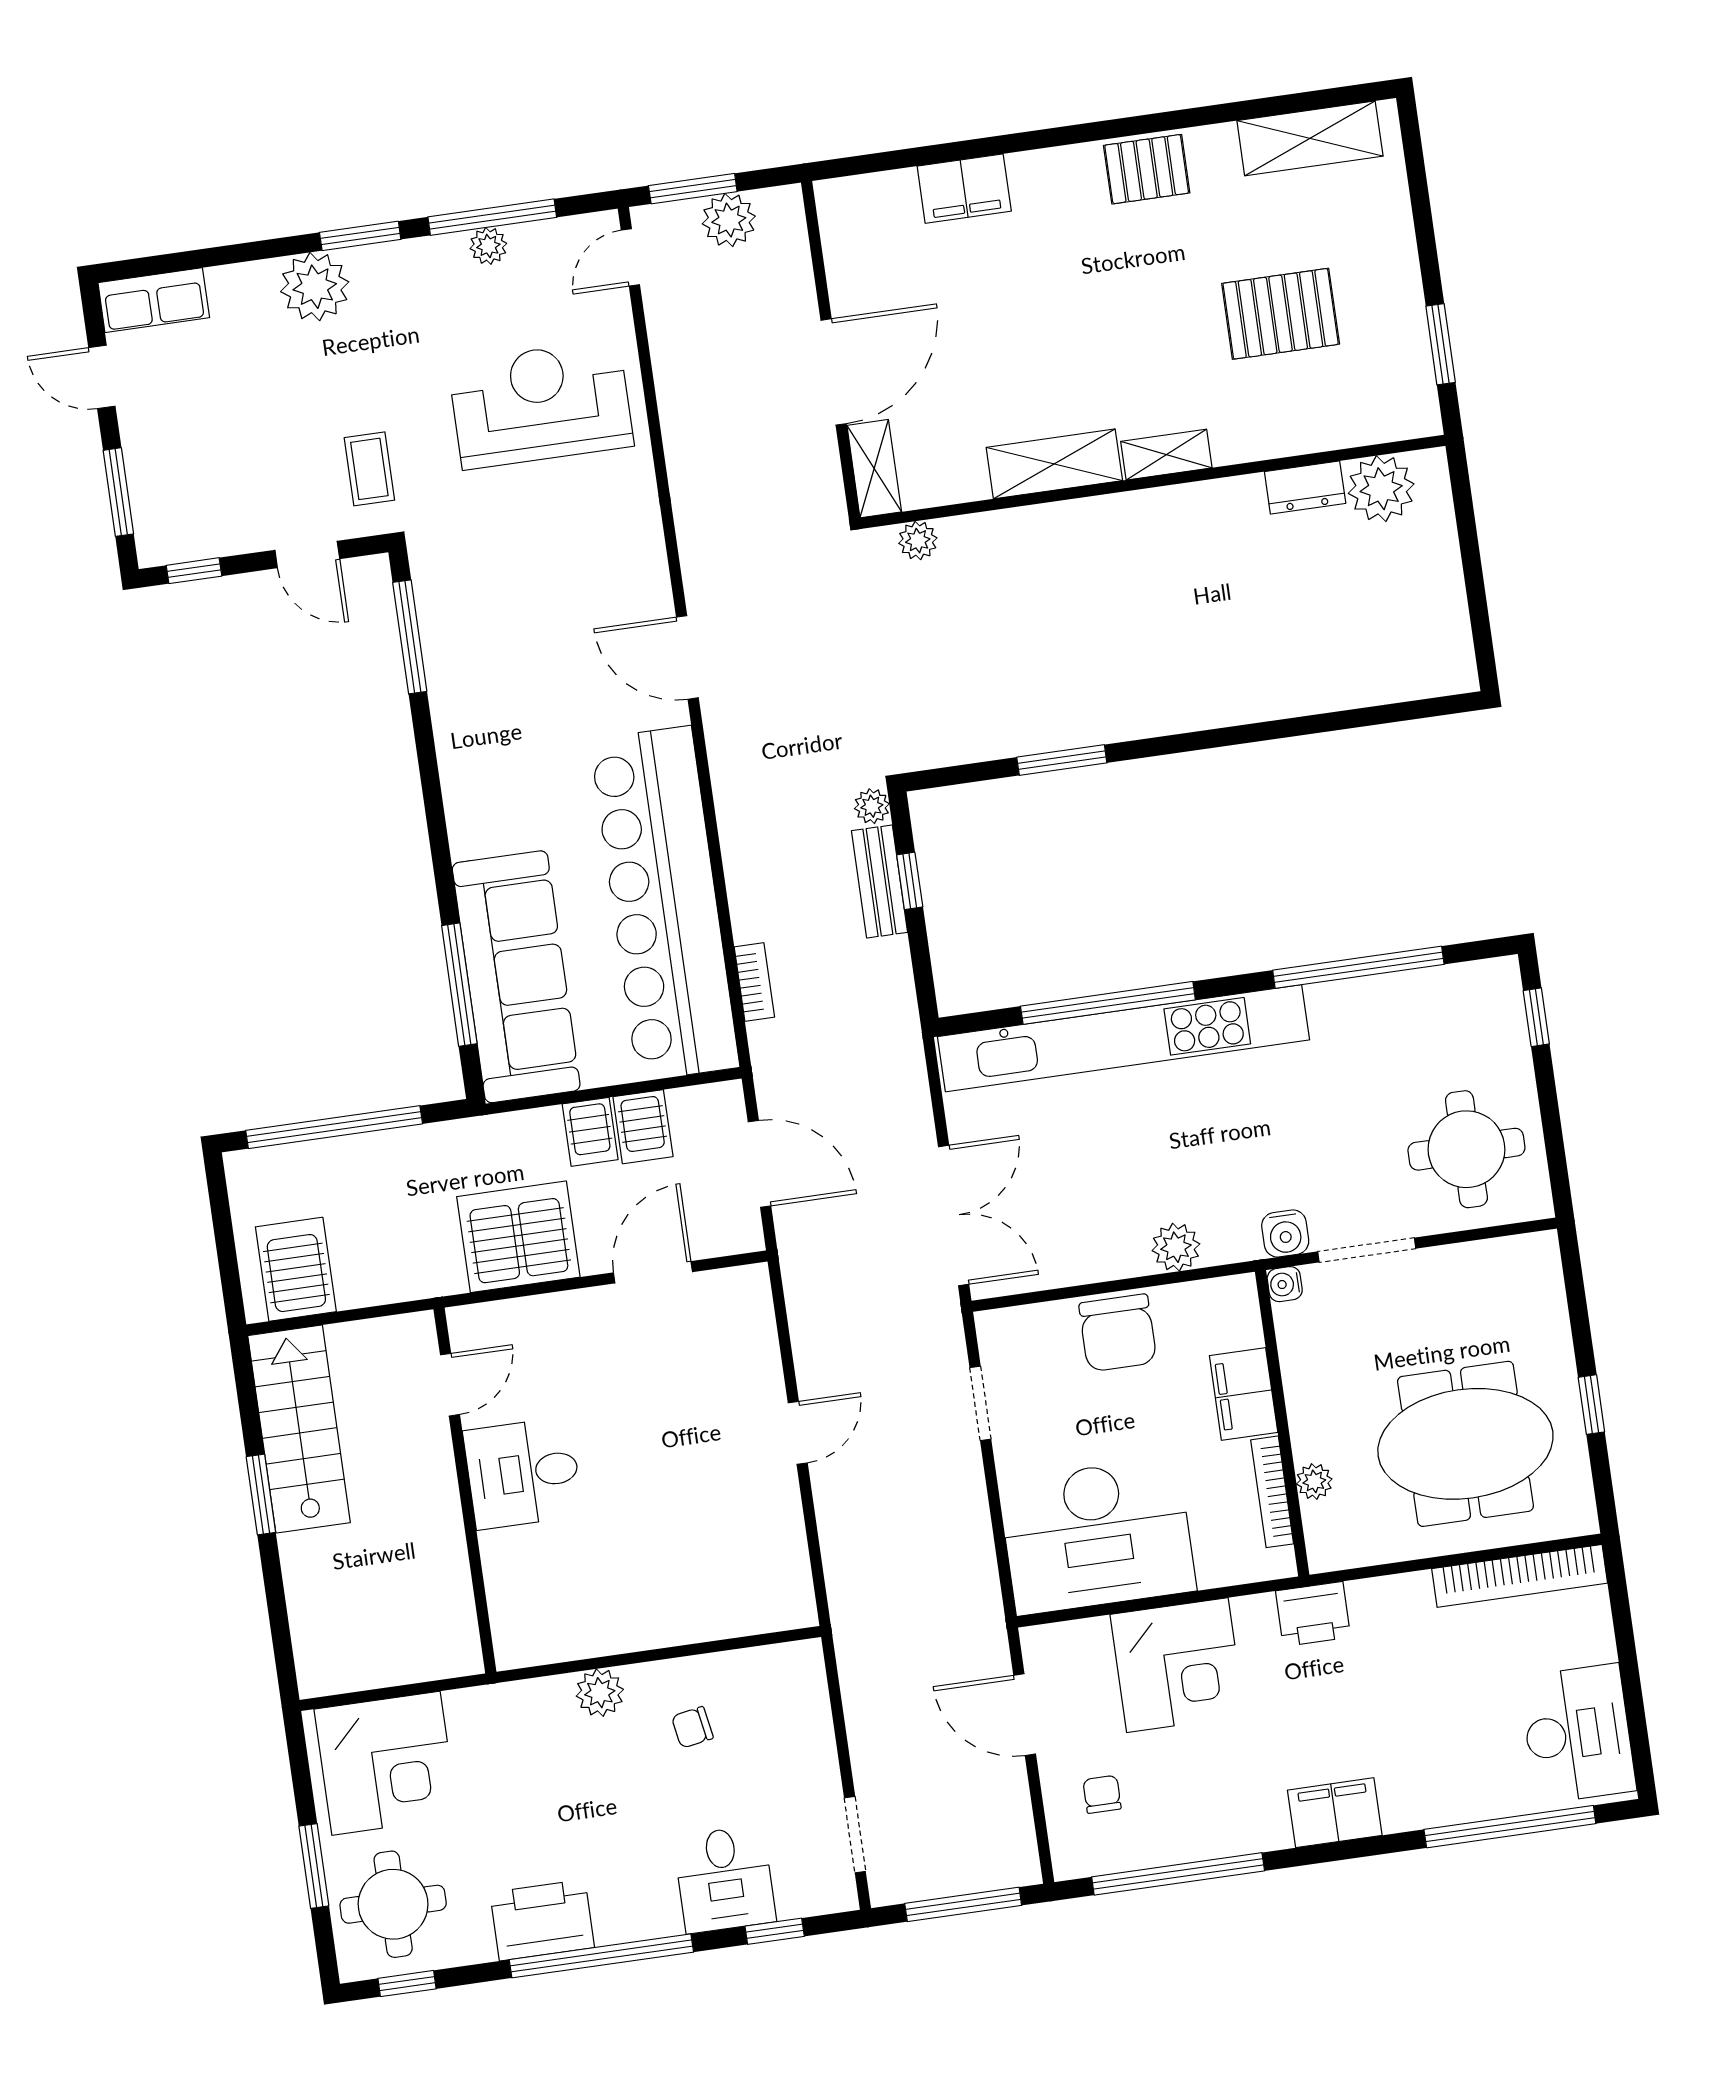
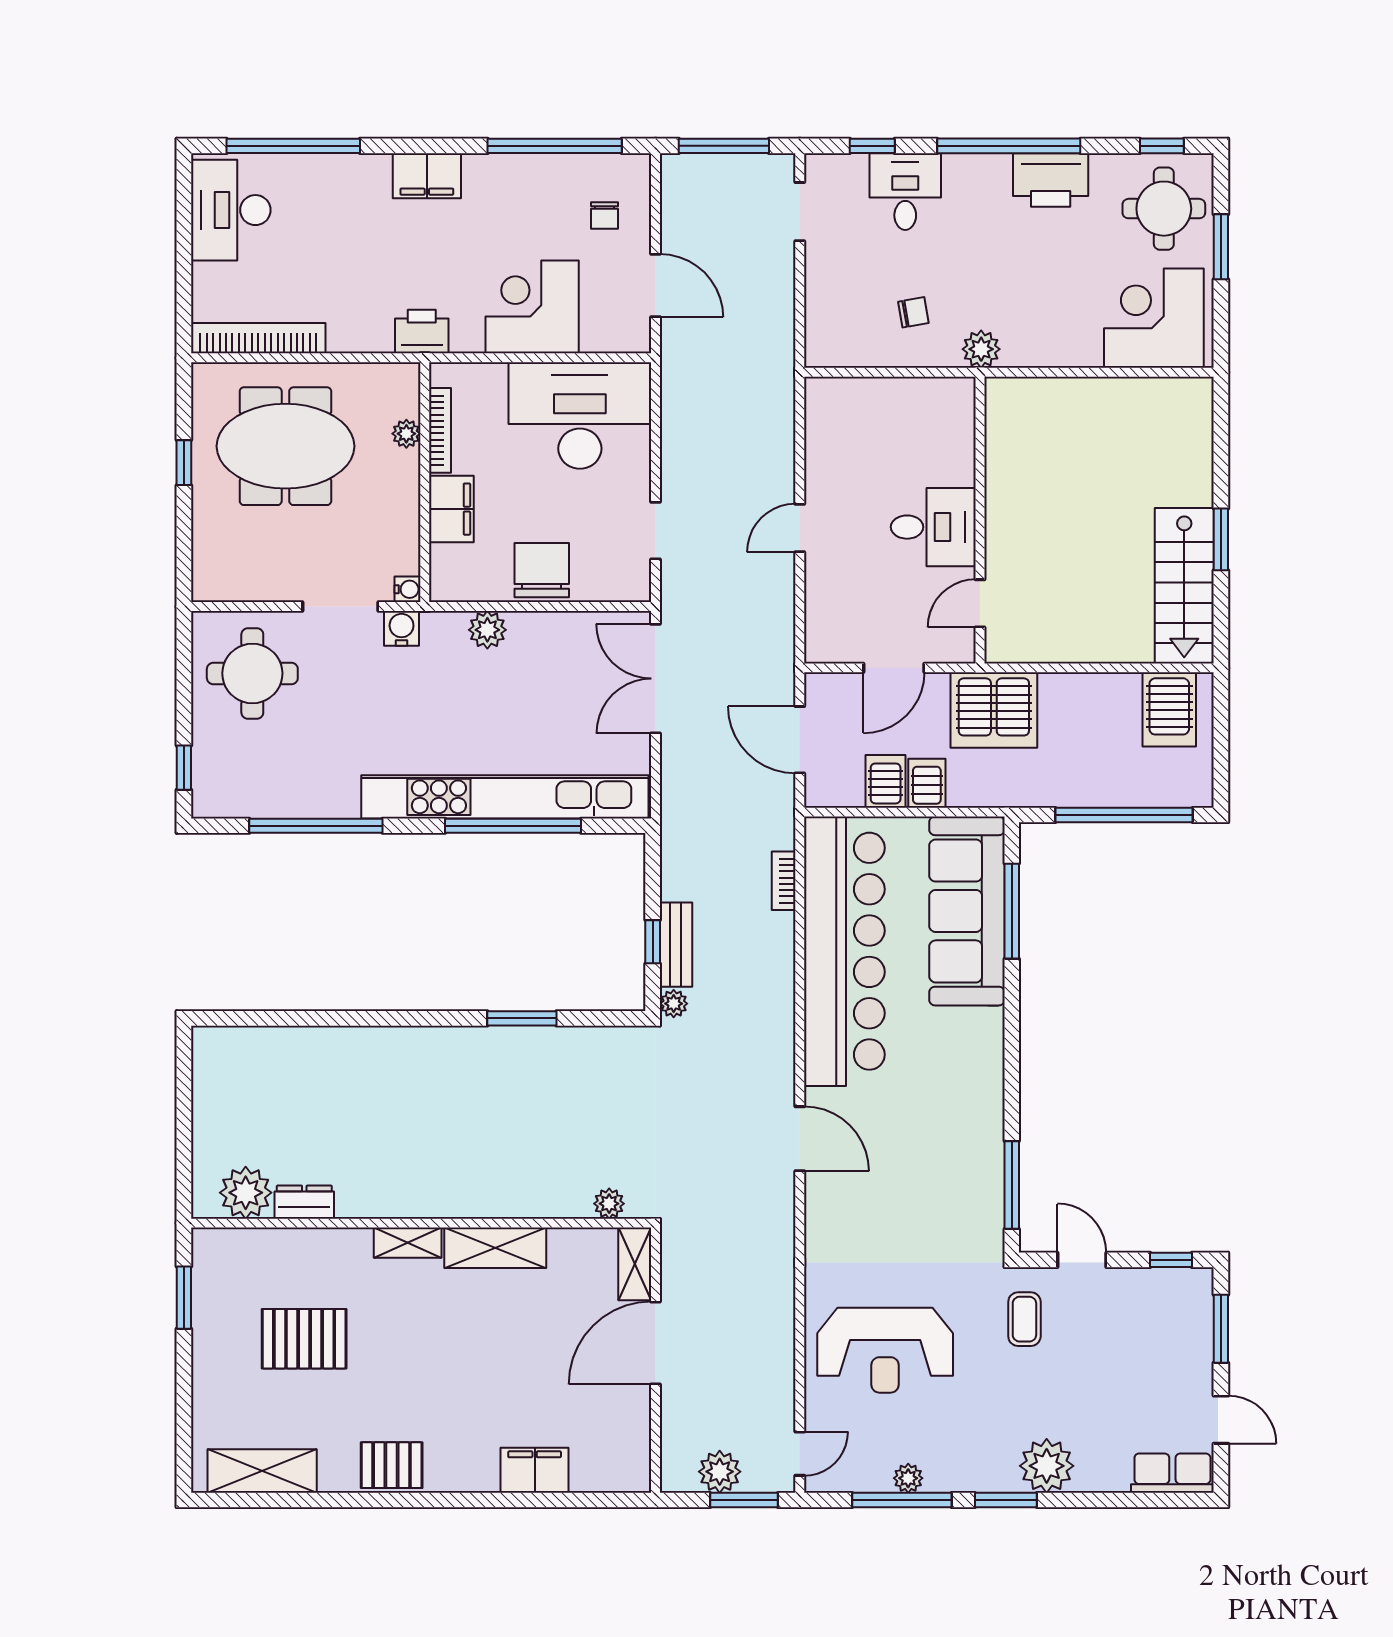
door: (450, 1385) -> (980, 603), moved
desk: (523, 1473) -> (933, 527), moved
wall: (465, 1490) -> (980, 520), moved

